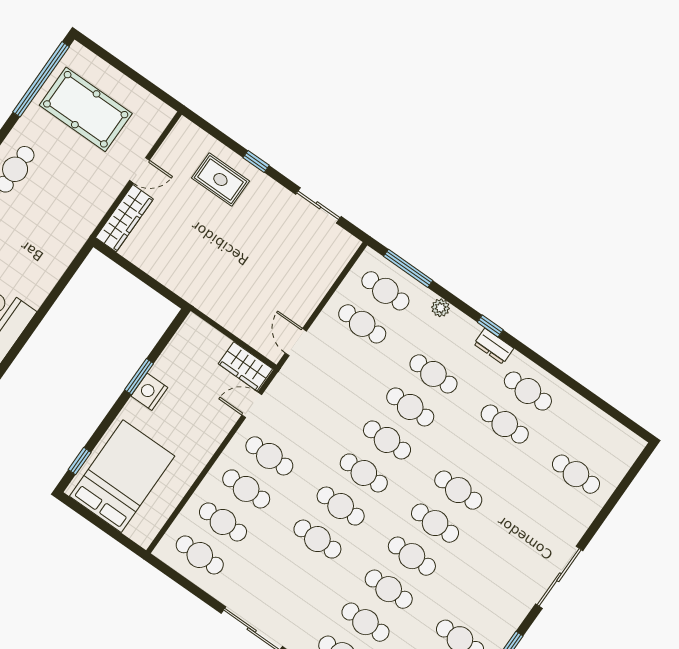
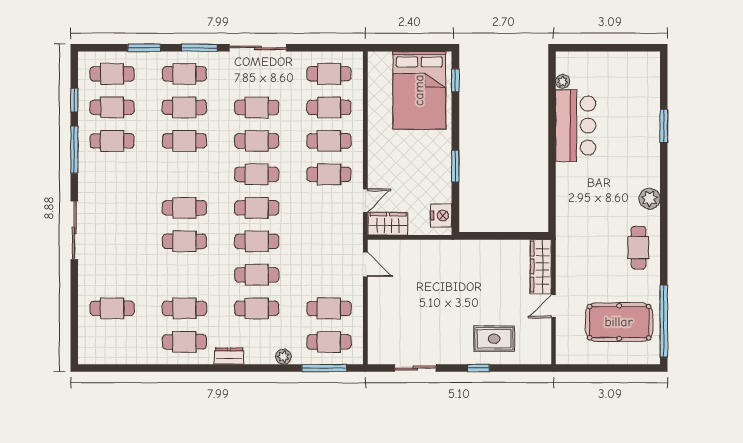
window: (490, 326) -> (241, 368), removed
nightstand: (149, 392) -> (441, 215), moved
cafe table: (412, 556) -> (257, 107), moved

